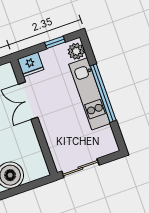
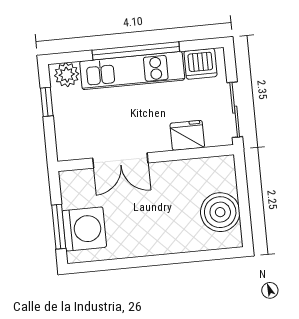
fridge: (30, 64) -> (187, 135), moved, turned -90
dishwasher: (105, 138) -> (200, 64), added

